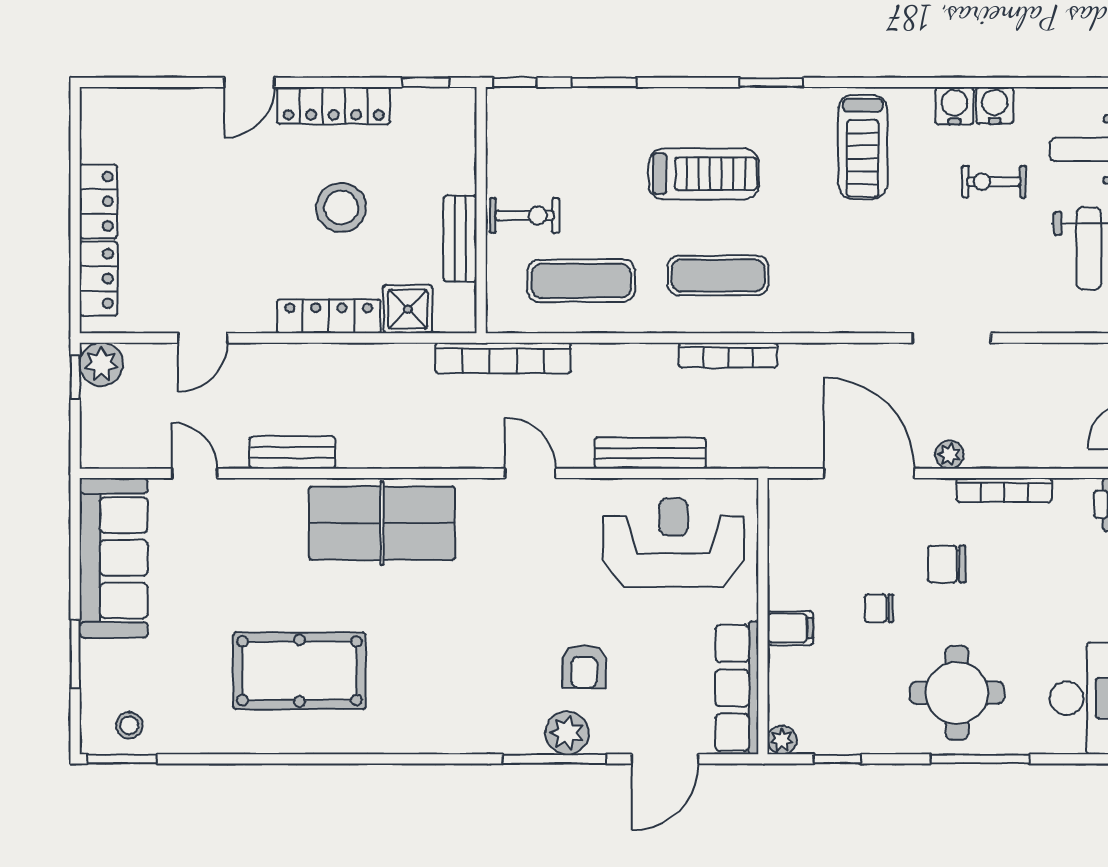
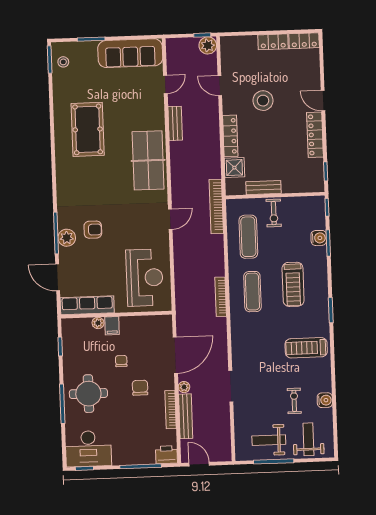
water cooler: (954, 106) -> (319, 238), moved
stool: (341, 208) -> (263, 101), moved
locker: (98, 279) -> (304, 41), moved
bench: (650, 453) -> (186, 416), moved
armchair: (584, 666) -> (93, 230), moved, turned 180
plant: (782, 740) -> (98, 323), moved

